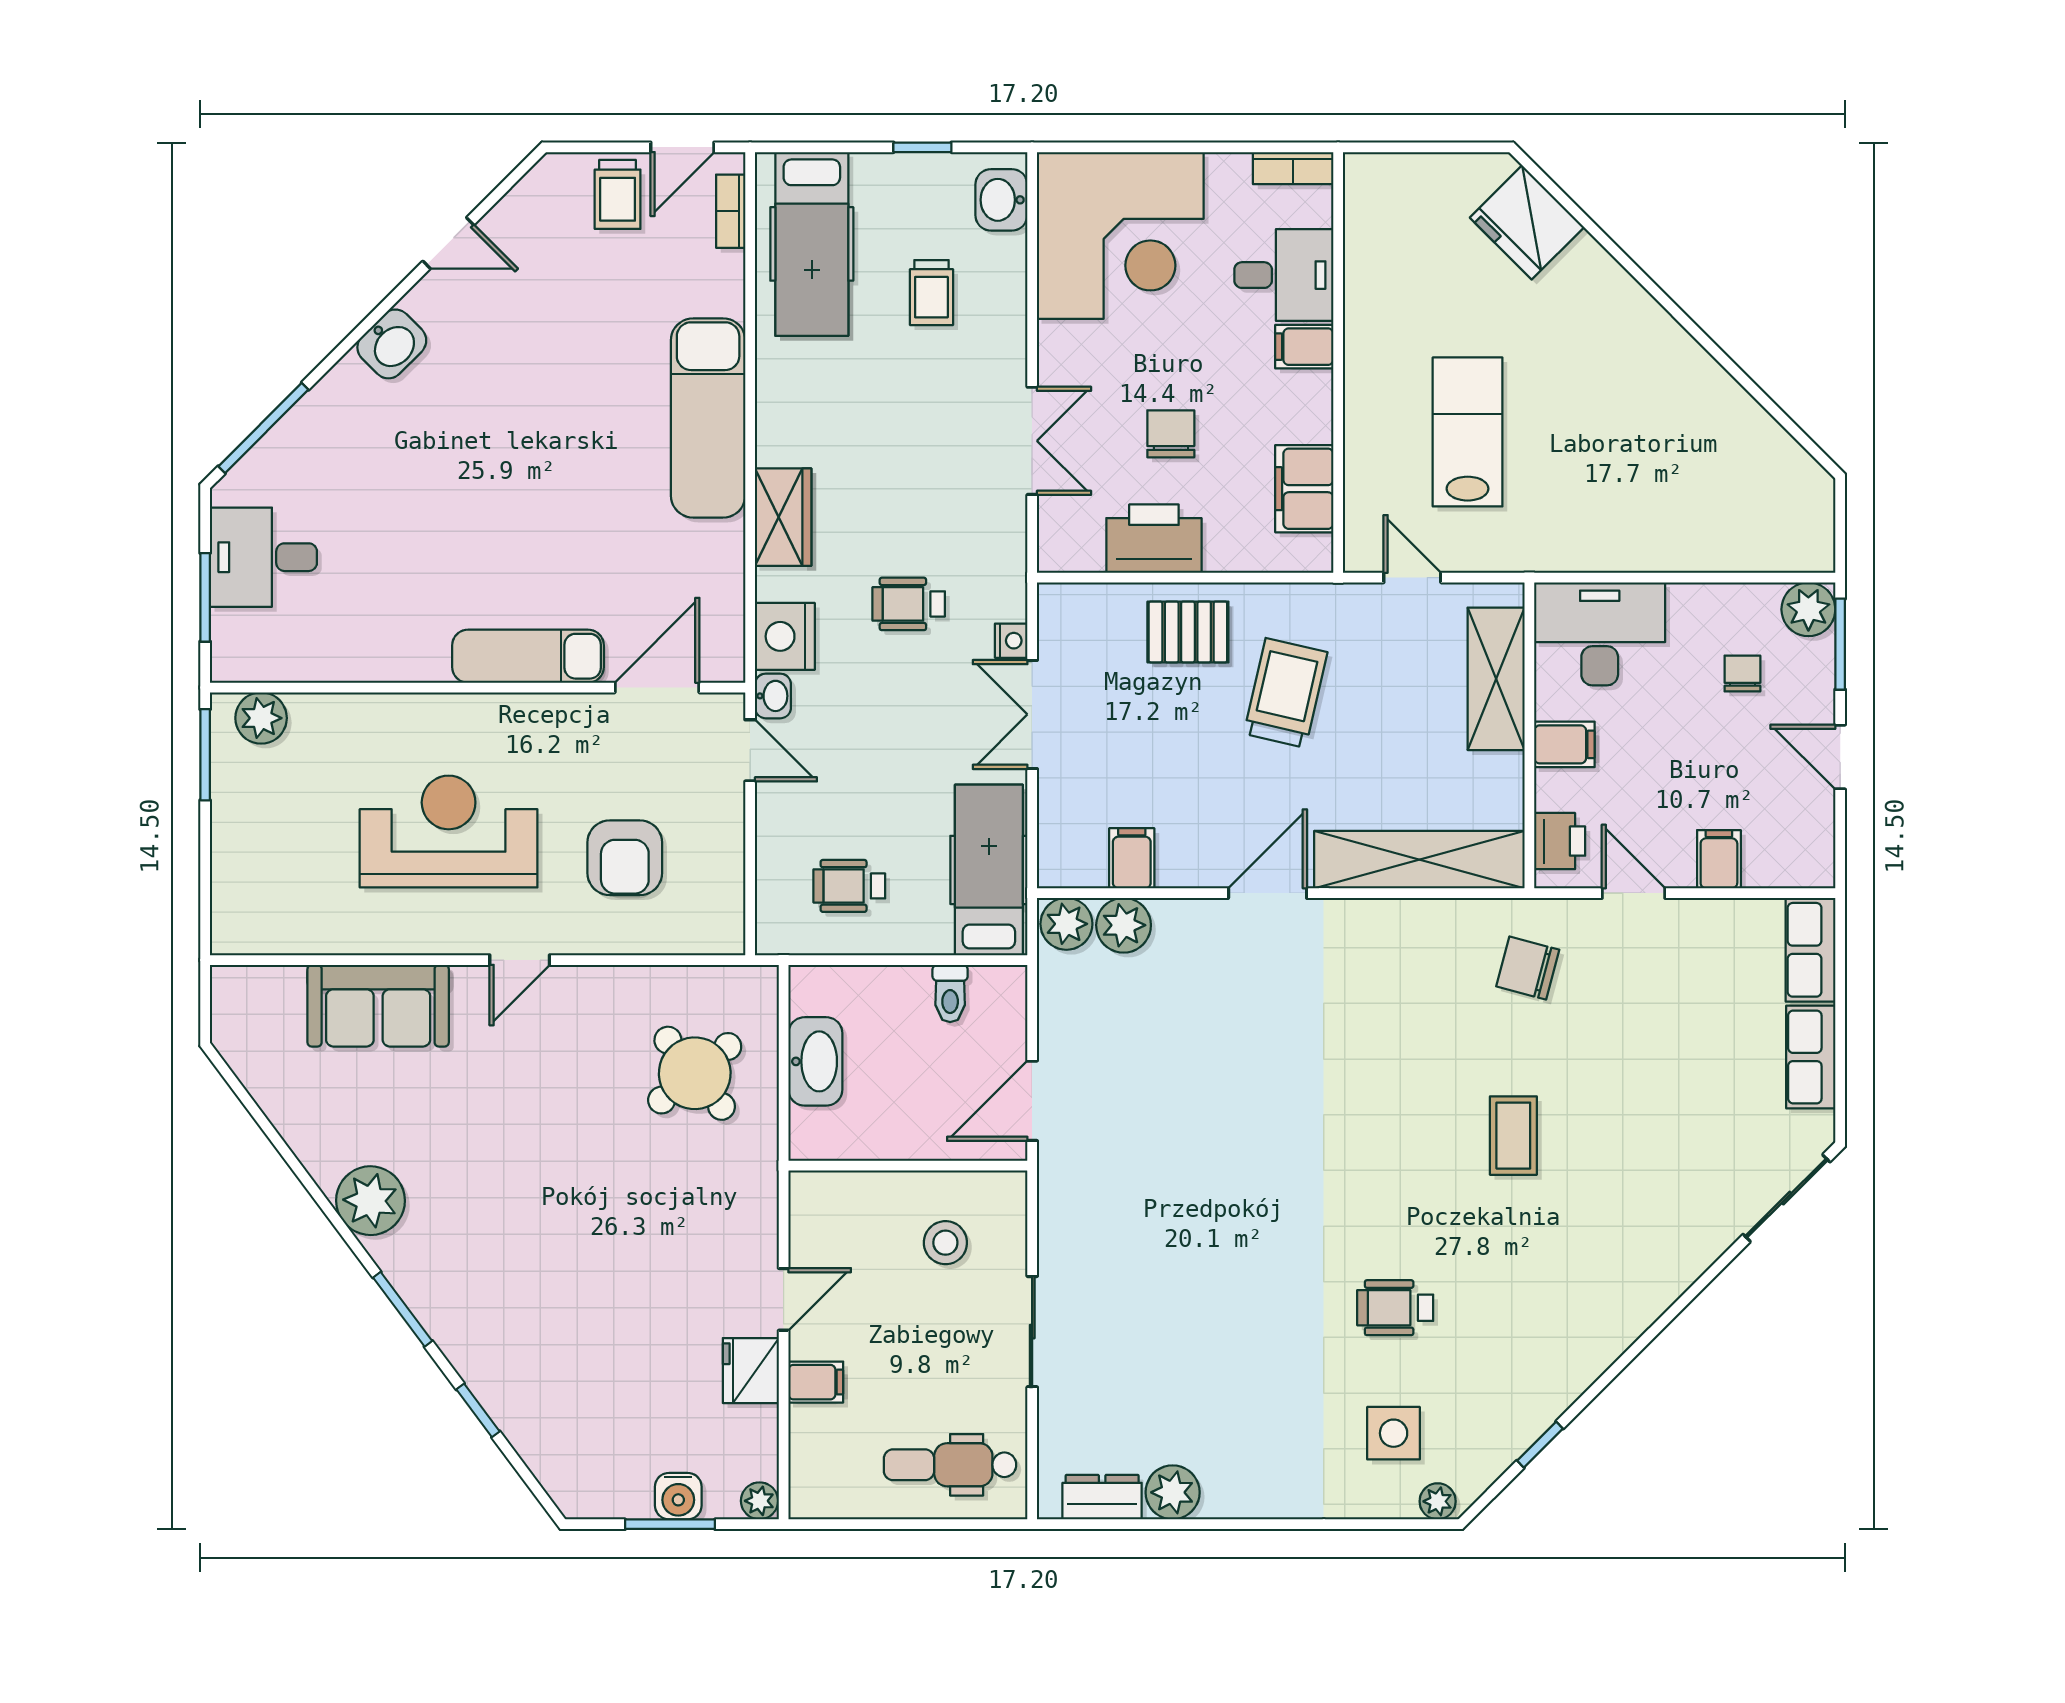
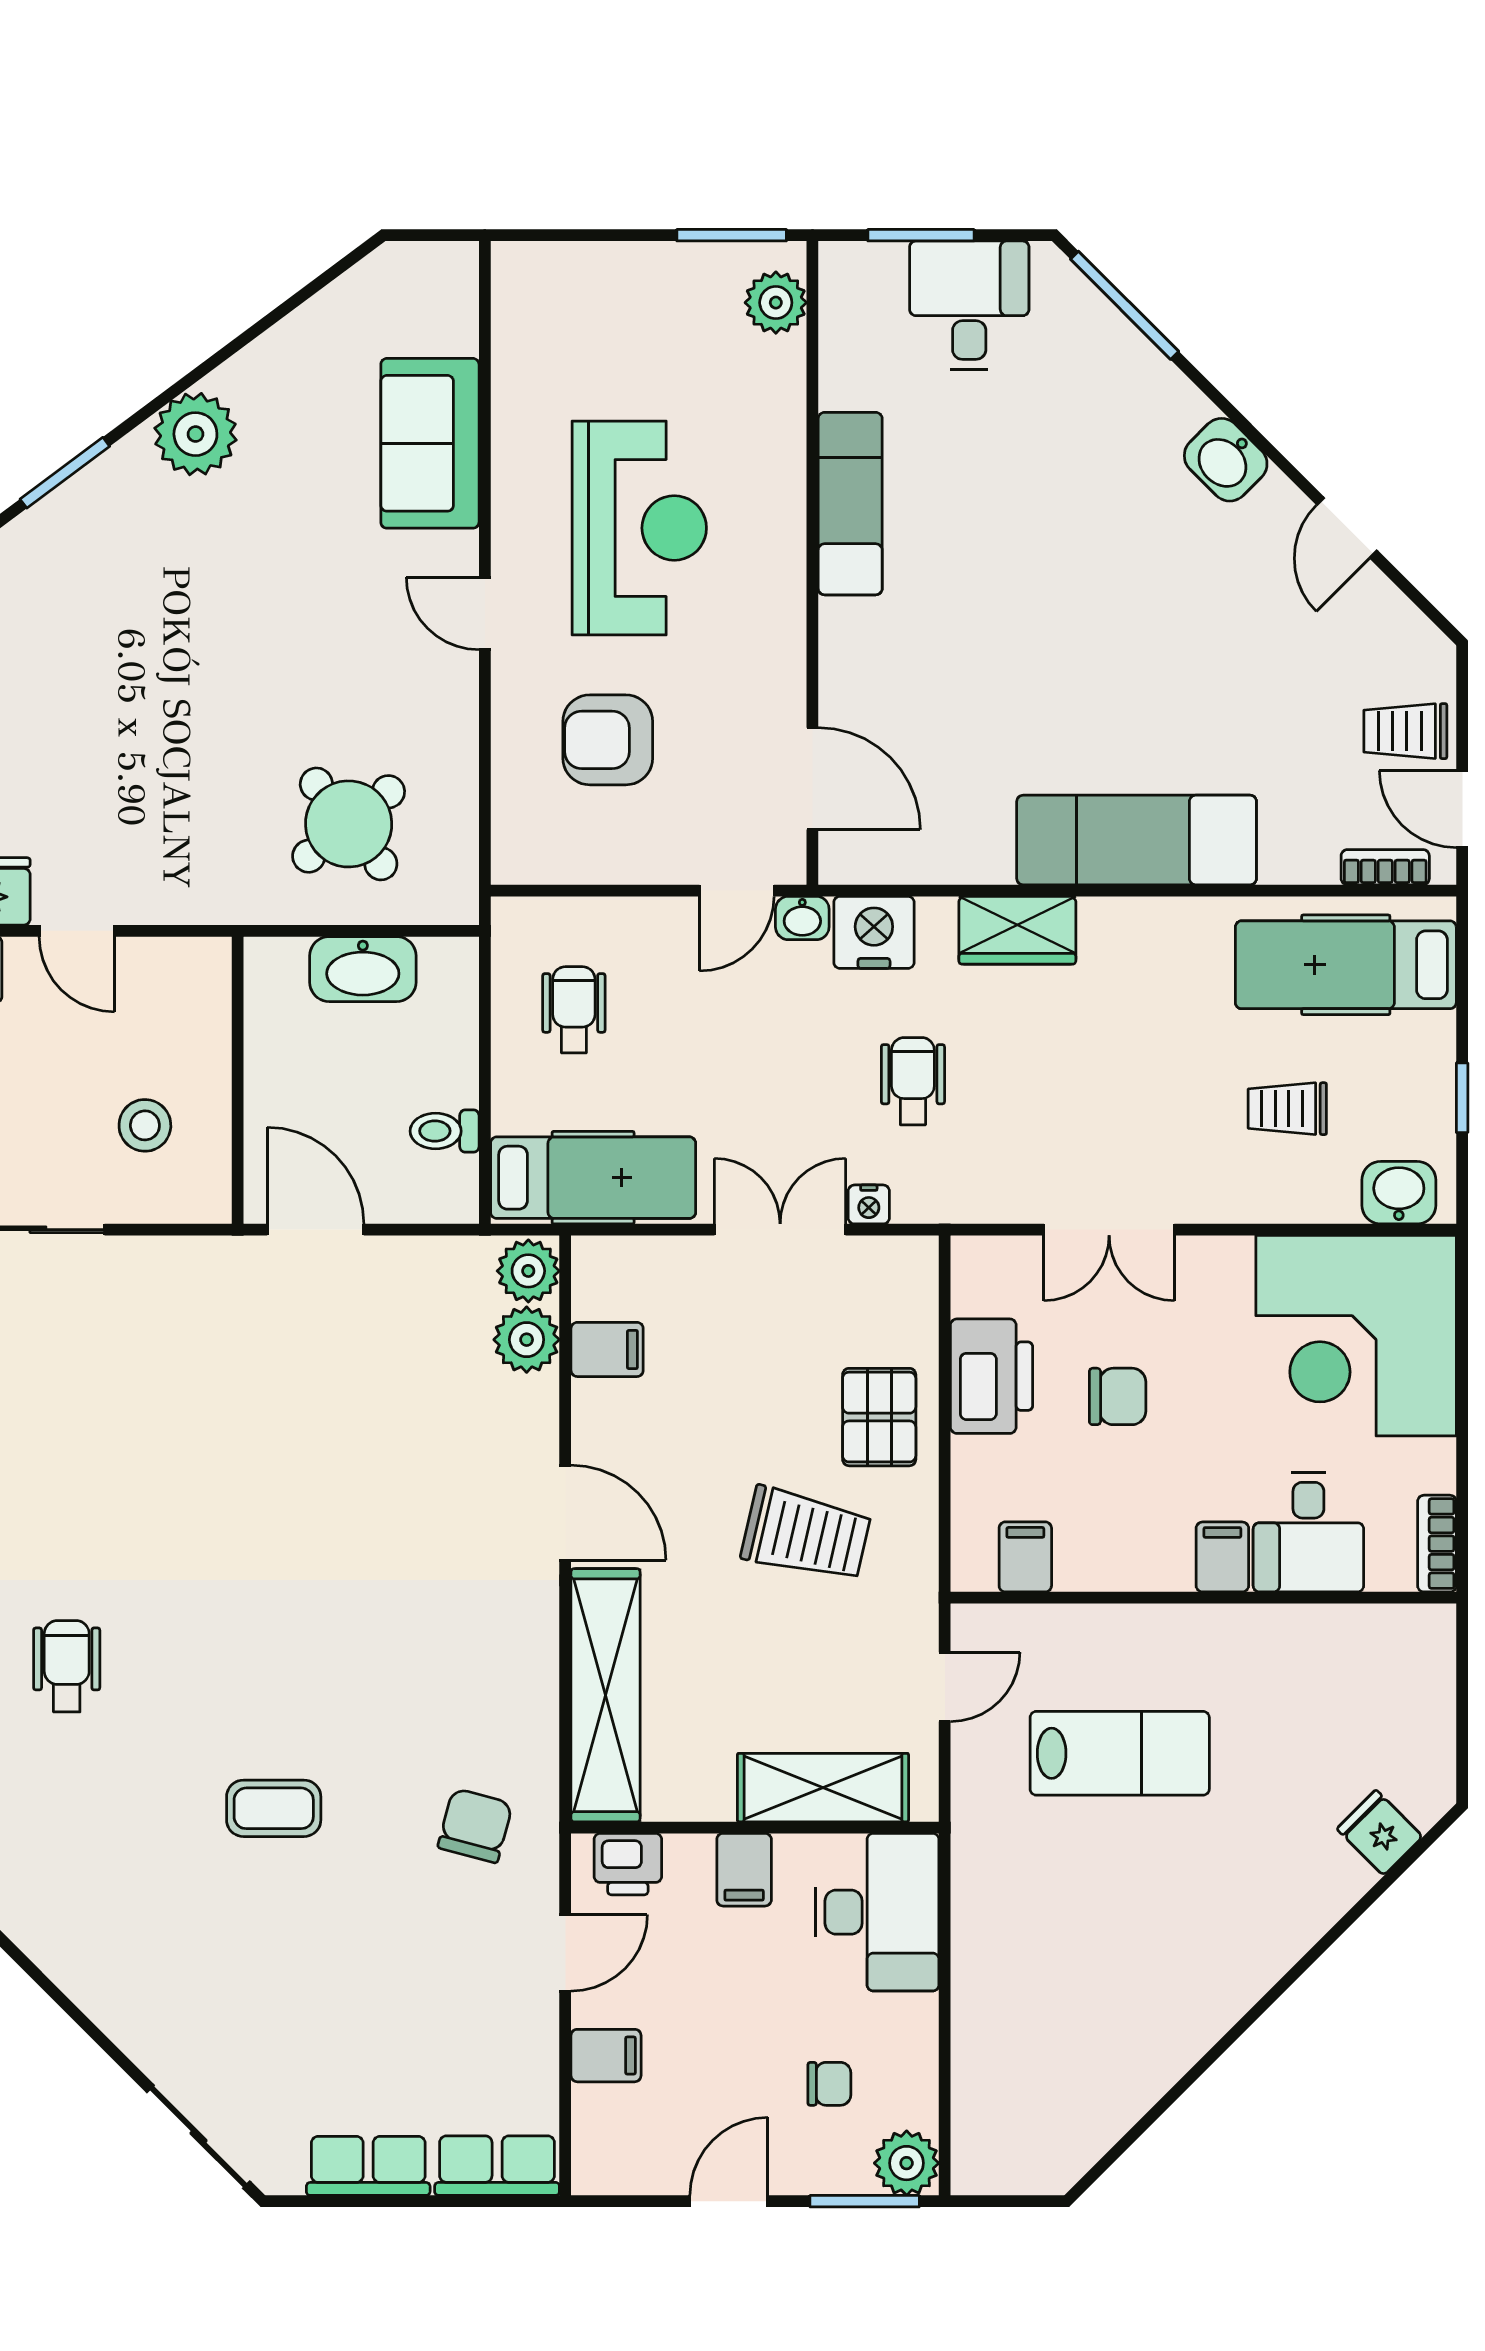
fridge: (1527, 222) -> (1380, 1833), width x0.53, depth x0.75
filing cabinet: (1304, 489) -> (1025, 1557), width x0.50
exam couch: (528, 656) -> (850, 504), moved

